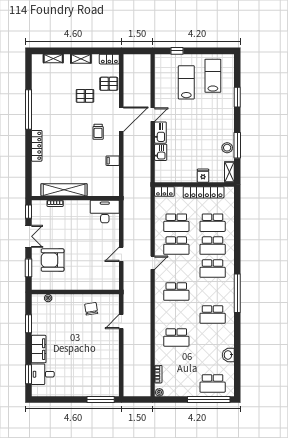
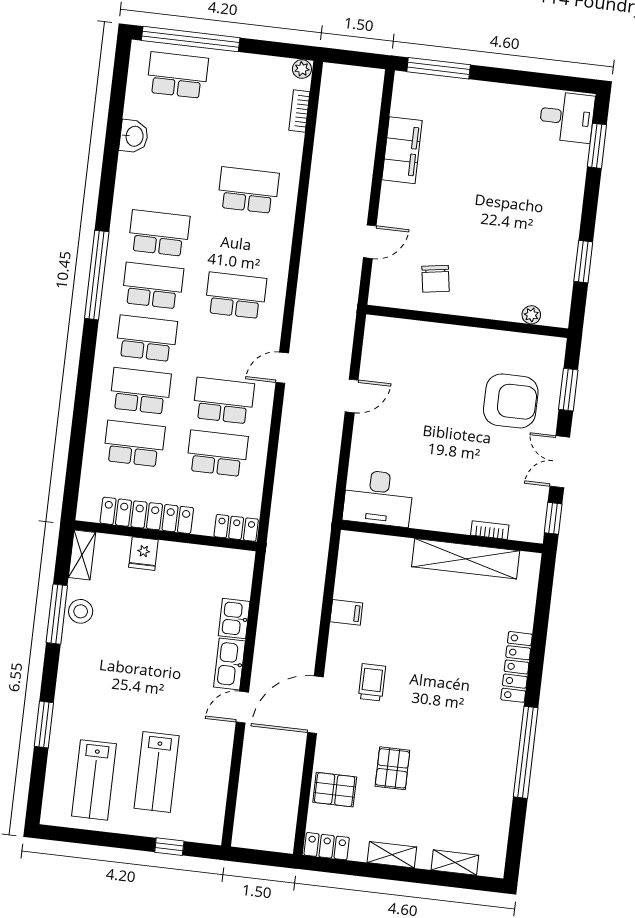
pallet: (85, 96) -> (392, 768), turned 90
school desk: (213, 292) -> (153, 286), added
filing cabinet: (39, 349) -> (402, 150), moved, turned 180
desk: (43, 374) -> (567, 117), moved

